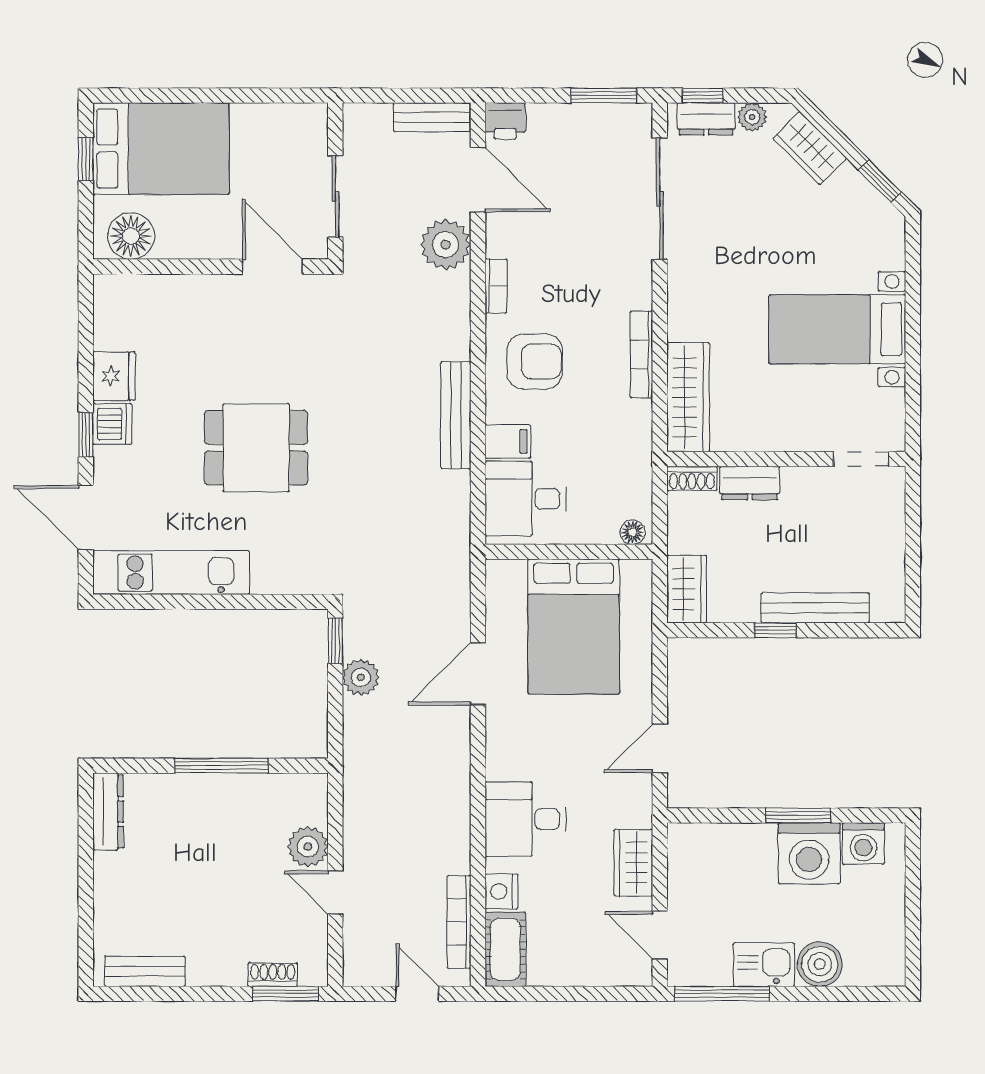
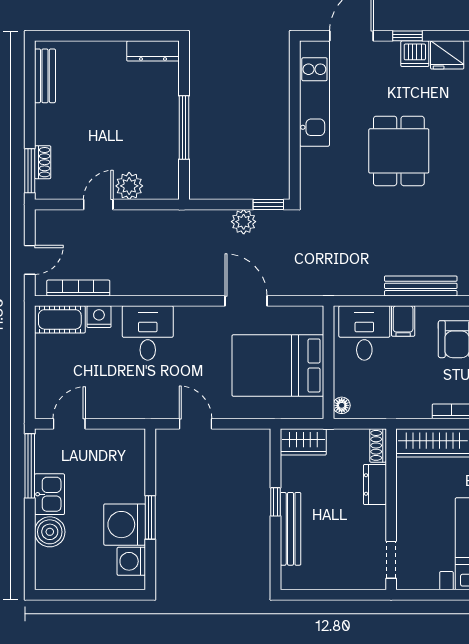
wardrobe: (633, 863) -> (118, 406), removed

